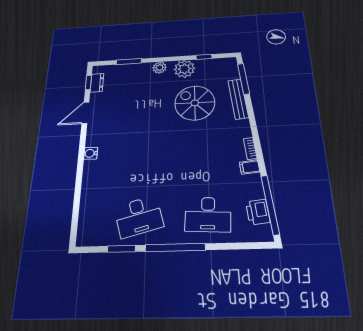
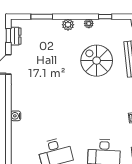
plant: (184, 69) -> (89, 23), width x0.53, depth x0.53
water cooler: (91, 153) -> (16, 116), moved

